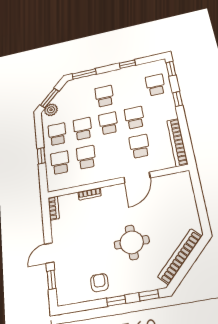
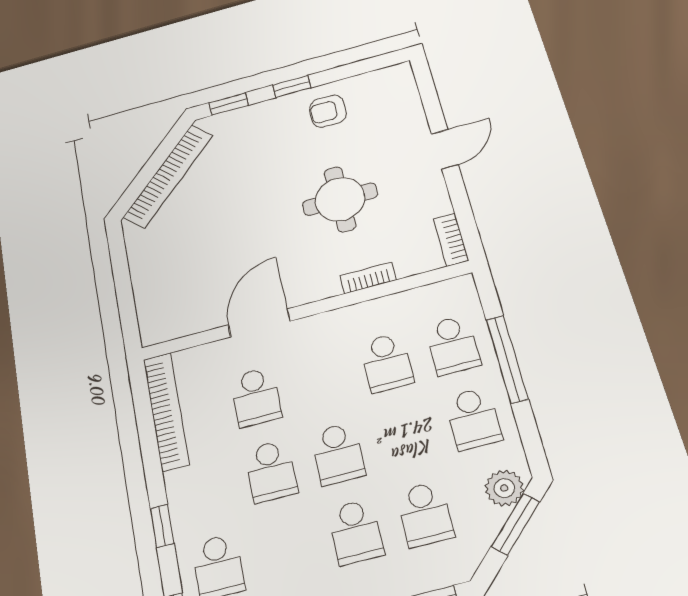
school desk: (83, 129) -> (425, 514), moved
window: (41, 156) -> (507, 359), width x2.17
round table: (132, 242) -> (340, 199), moved
window: (51, 280) -> (431, 102), removed
armchair: (99, 283) -> (328, 111), turned 90

